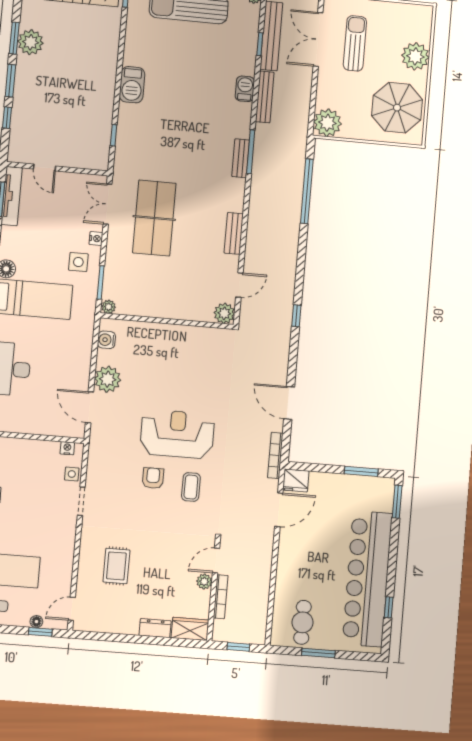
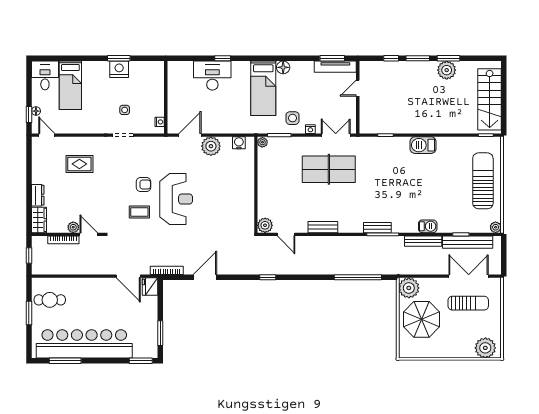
plant: (415, 56) -> (485, 348), moved
parasol: (397, 108) -> (422, 319), moved
side table: (72, 474) -> (125, 110), moved
window: (389, 607) -> (65, 361), width x2.17

